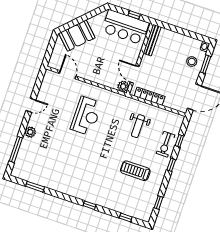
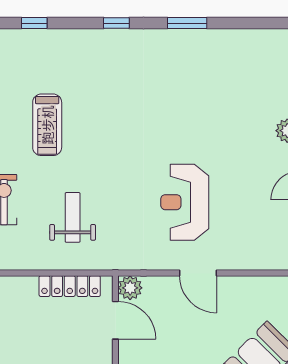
door: (68, 75) -> (198, 273), moved
treadmill: (135, 171) -> (47, 125), turned 90
window: (35, 187) -> (187, 23), moved

